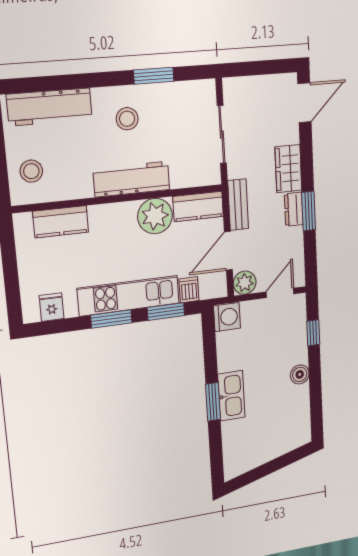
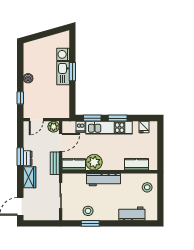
workbench: (50, 107) -> (132, 214), width x0.73
stool: (127, 119) -> (88, 211), moved
washing machine: (227, 317) -> (63, 54), moved

